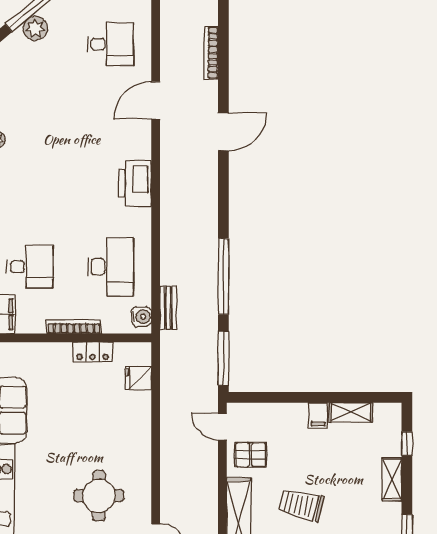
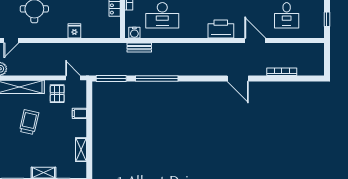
printer: (135, 183) -> (221, 29), moved
fridge: (138, 378) -> (74, 31), moved
filing cabinet: (318, 415) -> (79, 113), moved
door: (222, 427) -> (73, 78), hinge flipped

